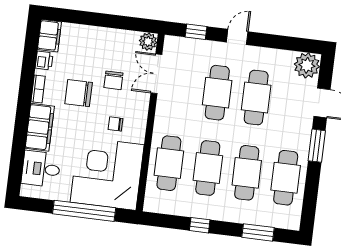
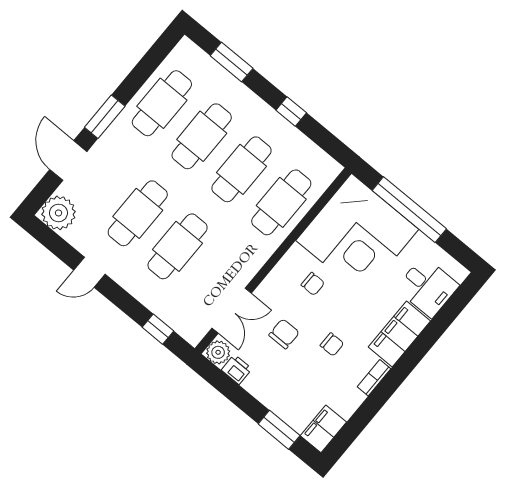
window: (77, 17) -> (279, 430), added
door: (237, 37) -> (89, 272), moved
printer: (44, 61) -> (237, 369), moved, turned 90
chair: (79, 93) -> (332, 344), width x0.54, depth x0.54

